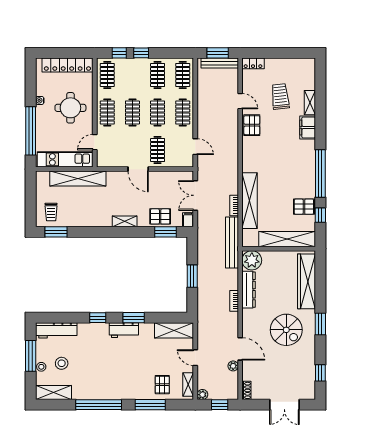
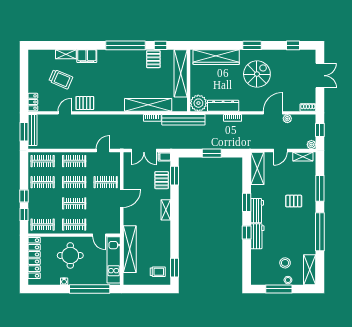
trolley: (280, 96) -> (61, 79), turned -151
workbench: (56, 330) -> (257, 236), moved, width x0.73
pallet: (162, 385) -> (294, 201), moved

